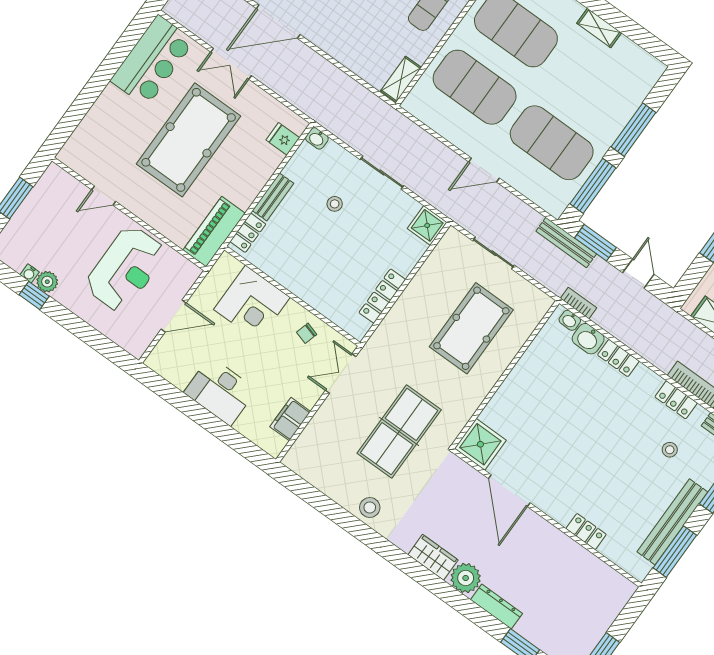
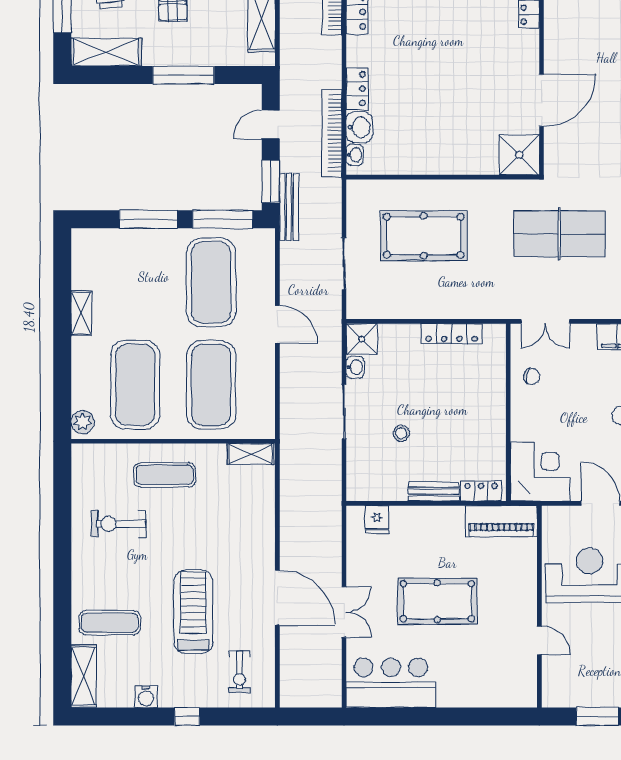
washbasin: (317, 138) -> (355, 367), moved
pool table: (189, 140) -> (437, 601), width x0.73, depth x0.76
corner desk: (252, 303) -> (540, 471), moved
bookcase: (578, 303) -> (332, 133), width x2.31, depth x1.31

